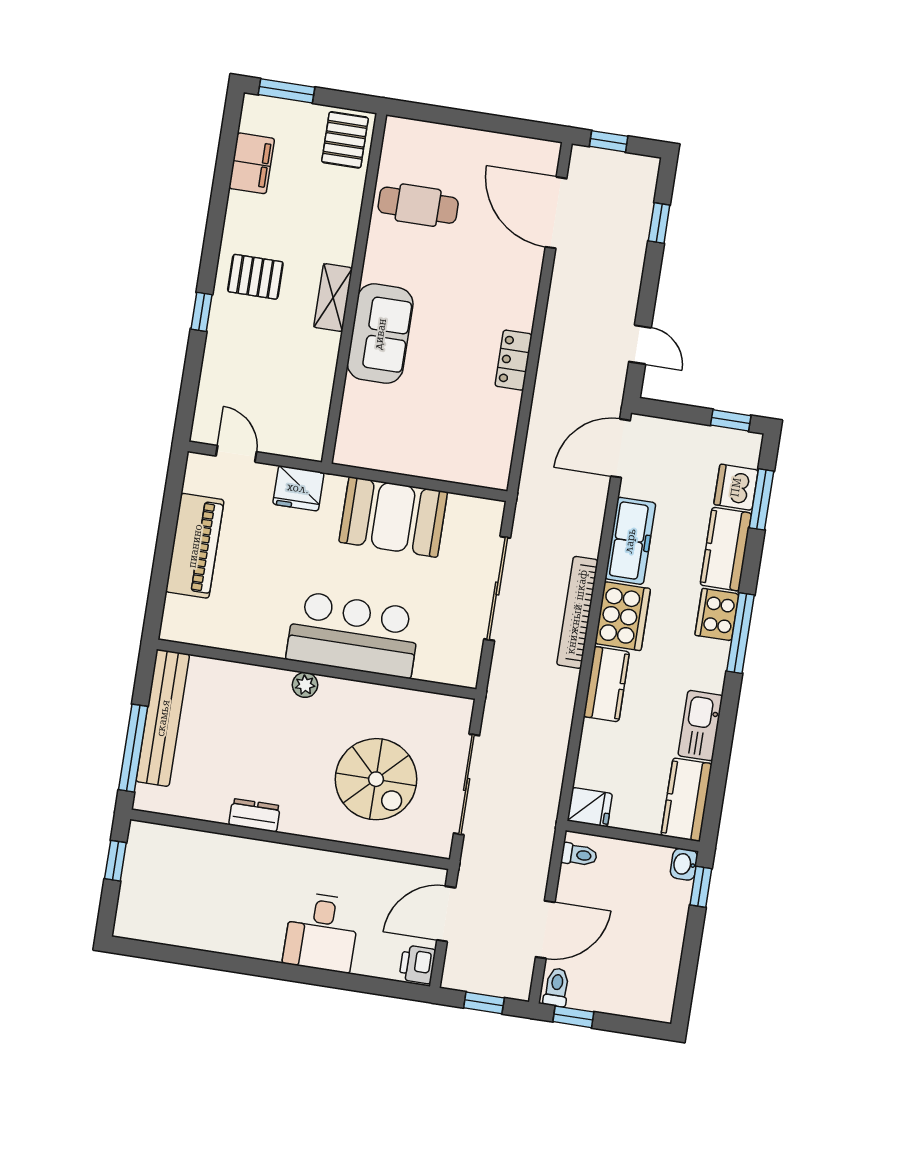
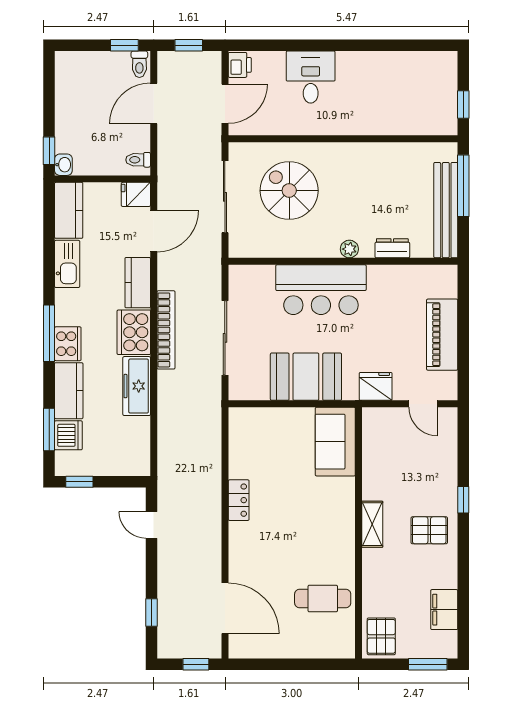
sofa: (380, 334) -> (335, 442), moved
door: (621, 448) -> (154, 231), moved
dresser: (255, 815) -> (392, 248), moved, turned 180

